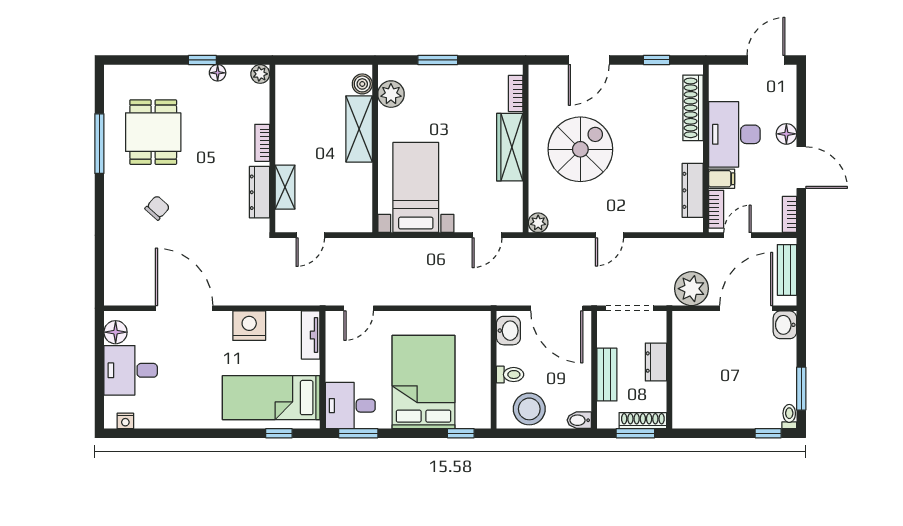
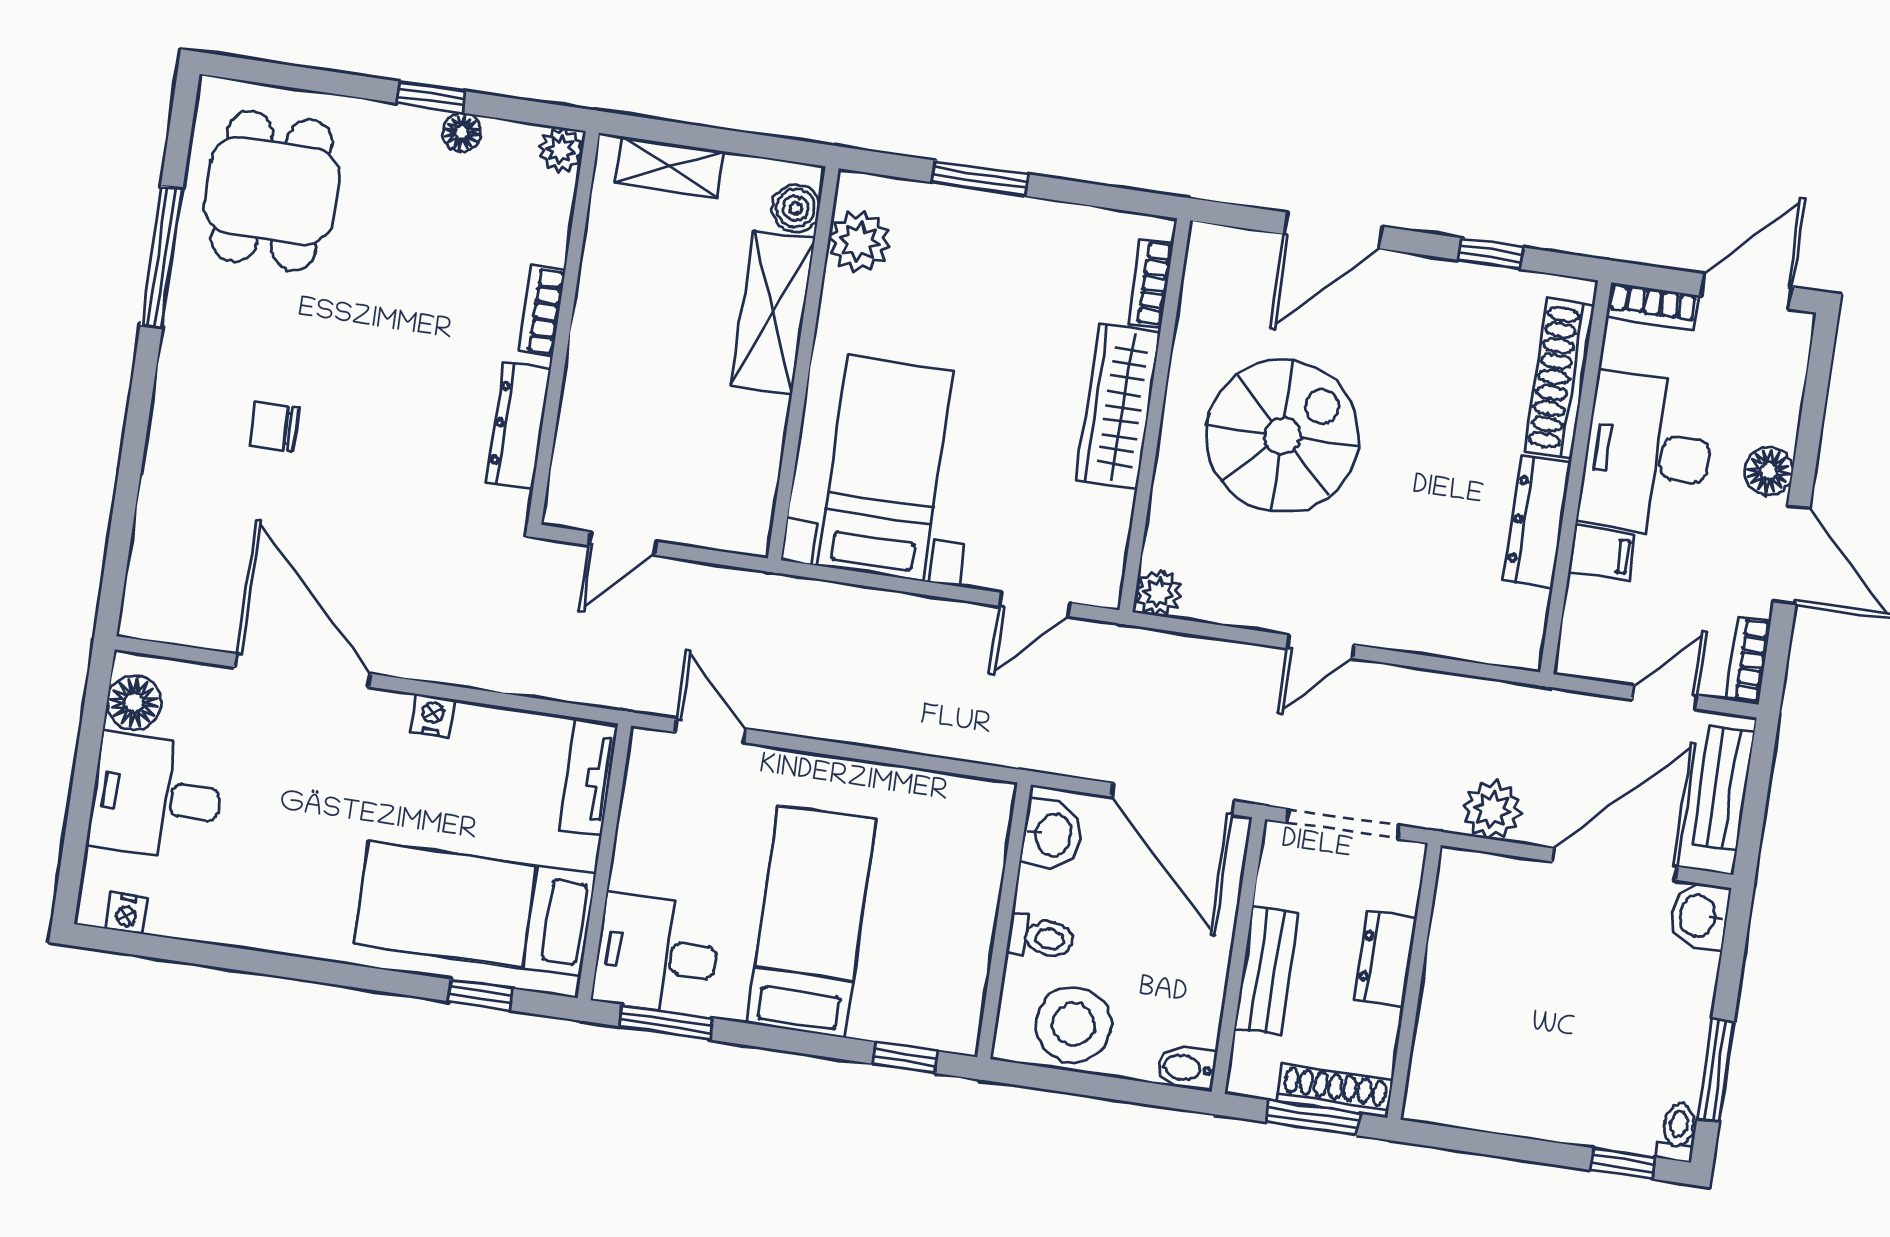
dining table: (153, 132) -> (272, 191), moved
shelving: (285, 187) -> (669, 167), moved, turned 90
dresser: (693, 190) -> (1537, 522), moved
chair: (157, 208) -> (274, 427), turned -132
bookcase: (716, 209) -> (1652, 306), moved, turned 90
door: (737, 235) -> (1665, 697), moved
plant: (692, 289) -> (1492, 810), width x0.73, depth x0.73
door: (359, 308) -> (710, 731), swing flipped
nightstand: (249, 326) -> (433, 716), width x0.53, depth x0.56
bed: (423, 382) -> (811, 922), width x0.67

